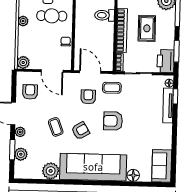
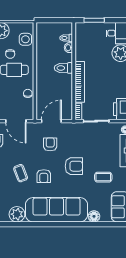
rug: (147, 28) -> (103, 79), removed
door: (90, 72) -> (51, 121), hinge flipped
coffee table: (112, 88) -> (103, 177), moved
armchair: (113, 121) -> (74, 166), turned 180
armchair: (80, 131) -> (44, 176), turned 121

